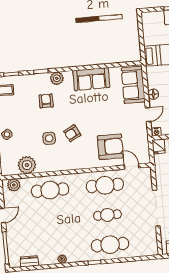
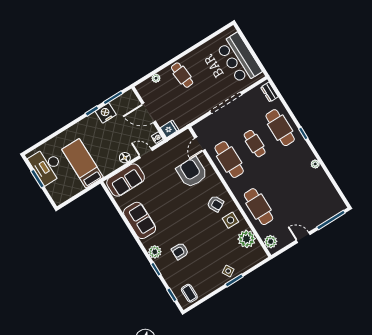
armchair: (72, 133) -> (215, 204), moved
side table: (49, 138) -> (230, 220), moved
dresser: (29, 261) -> (269, 92), moved

